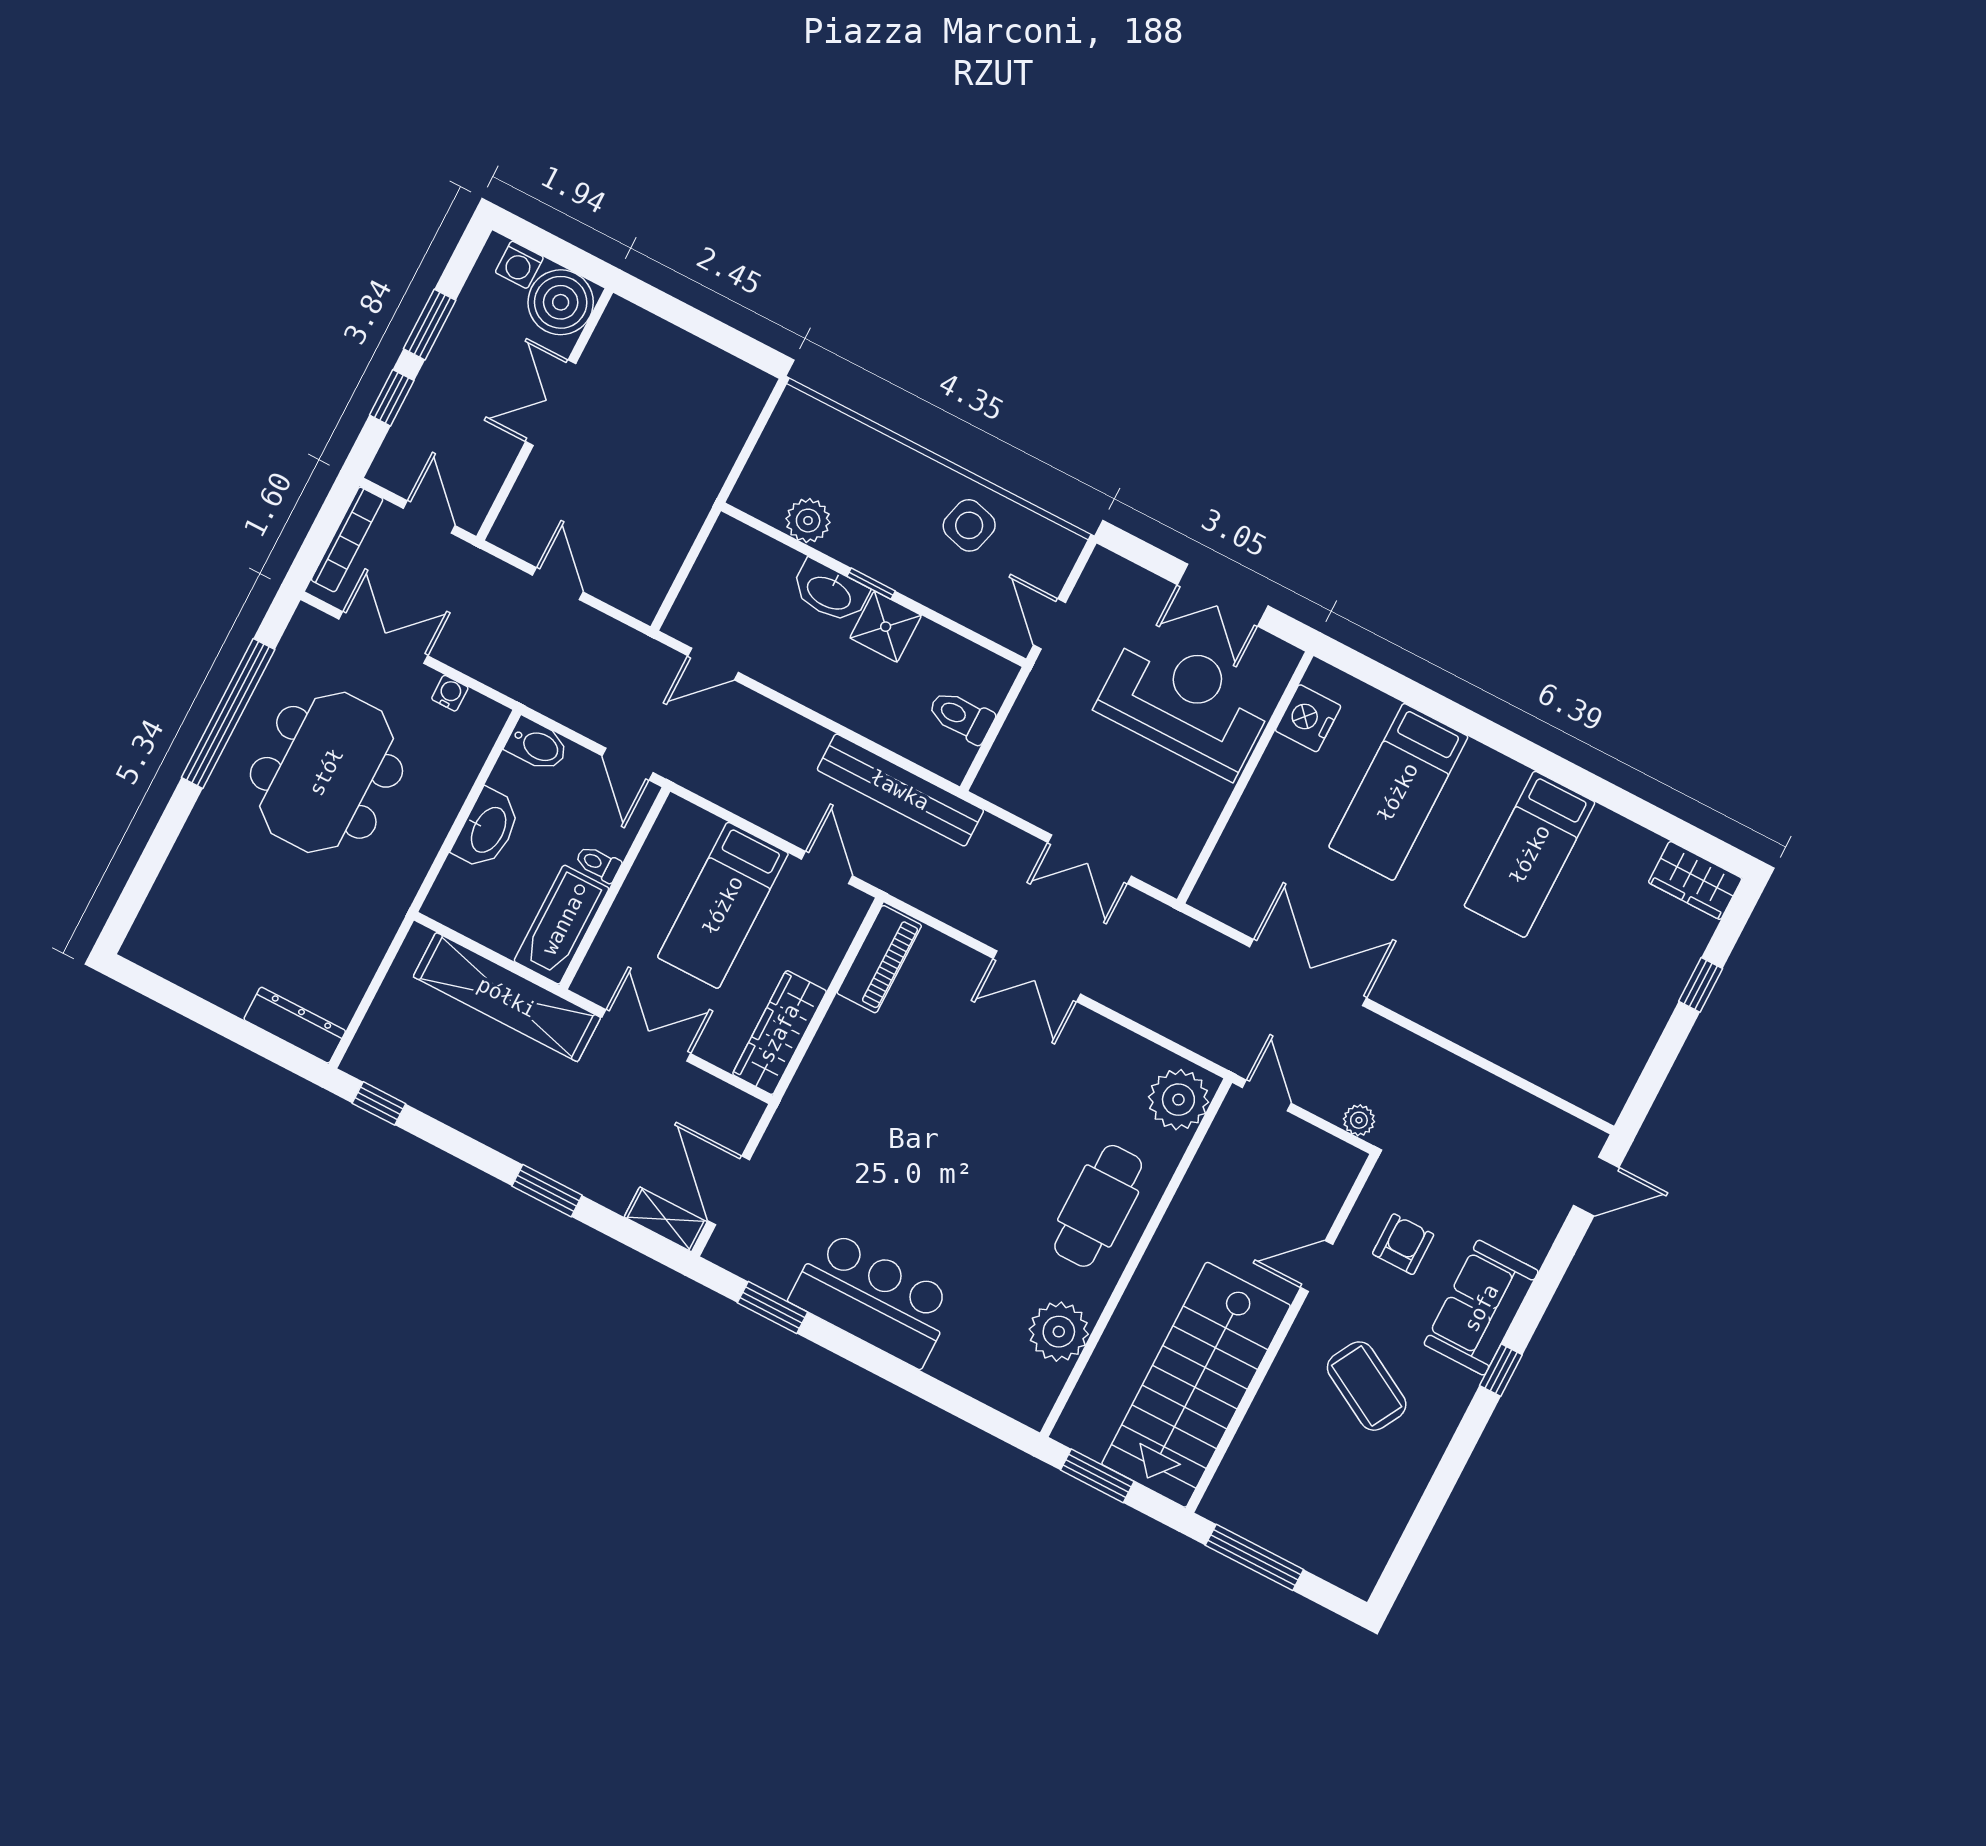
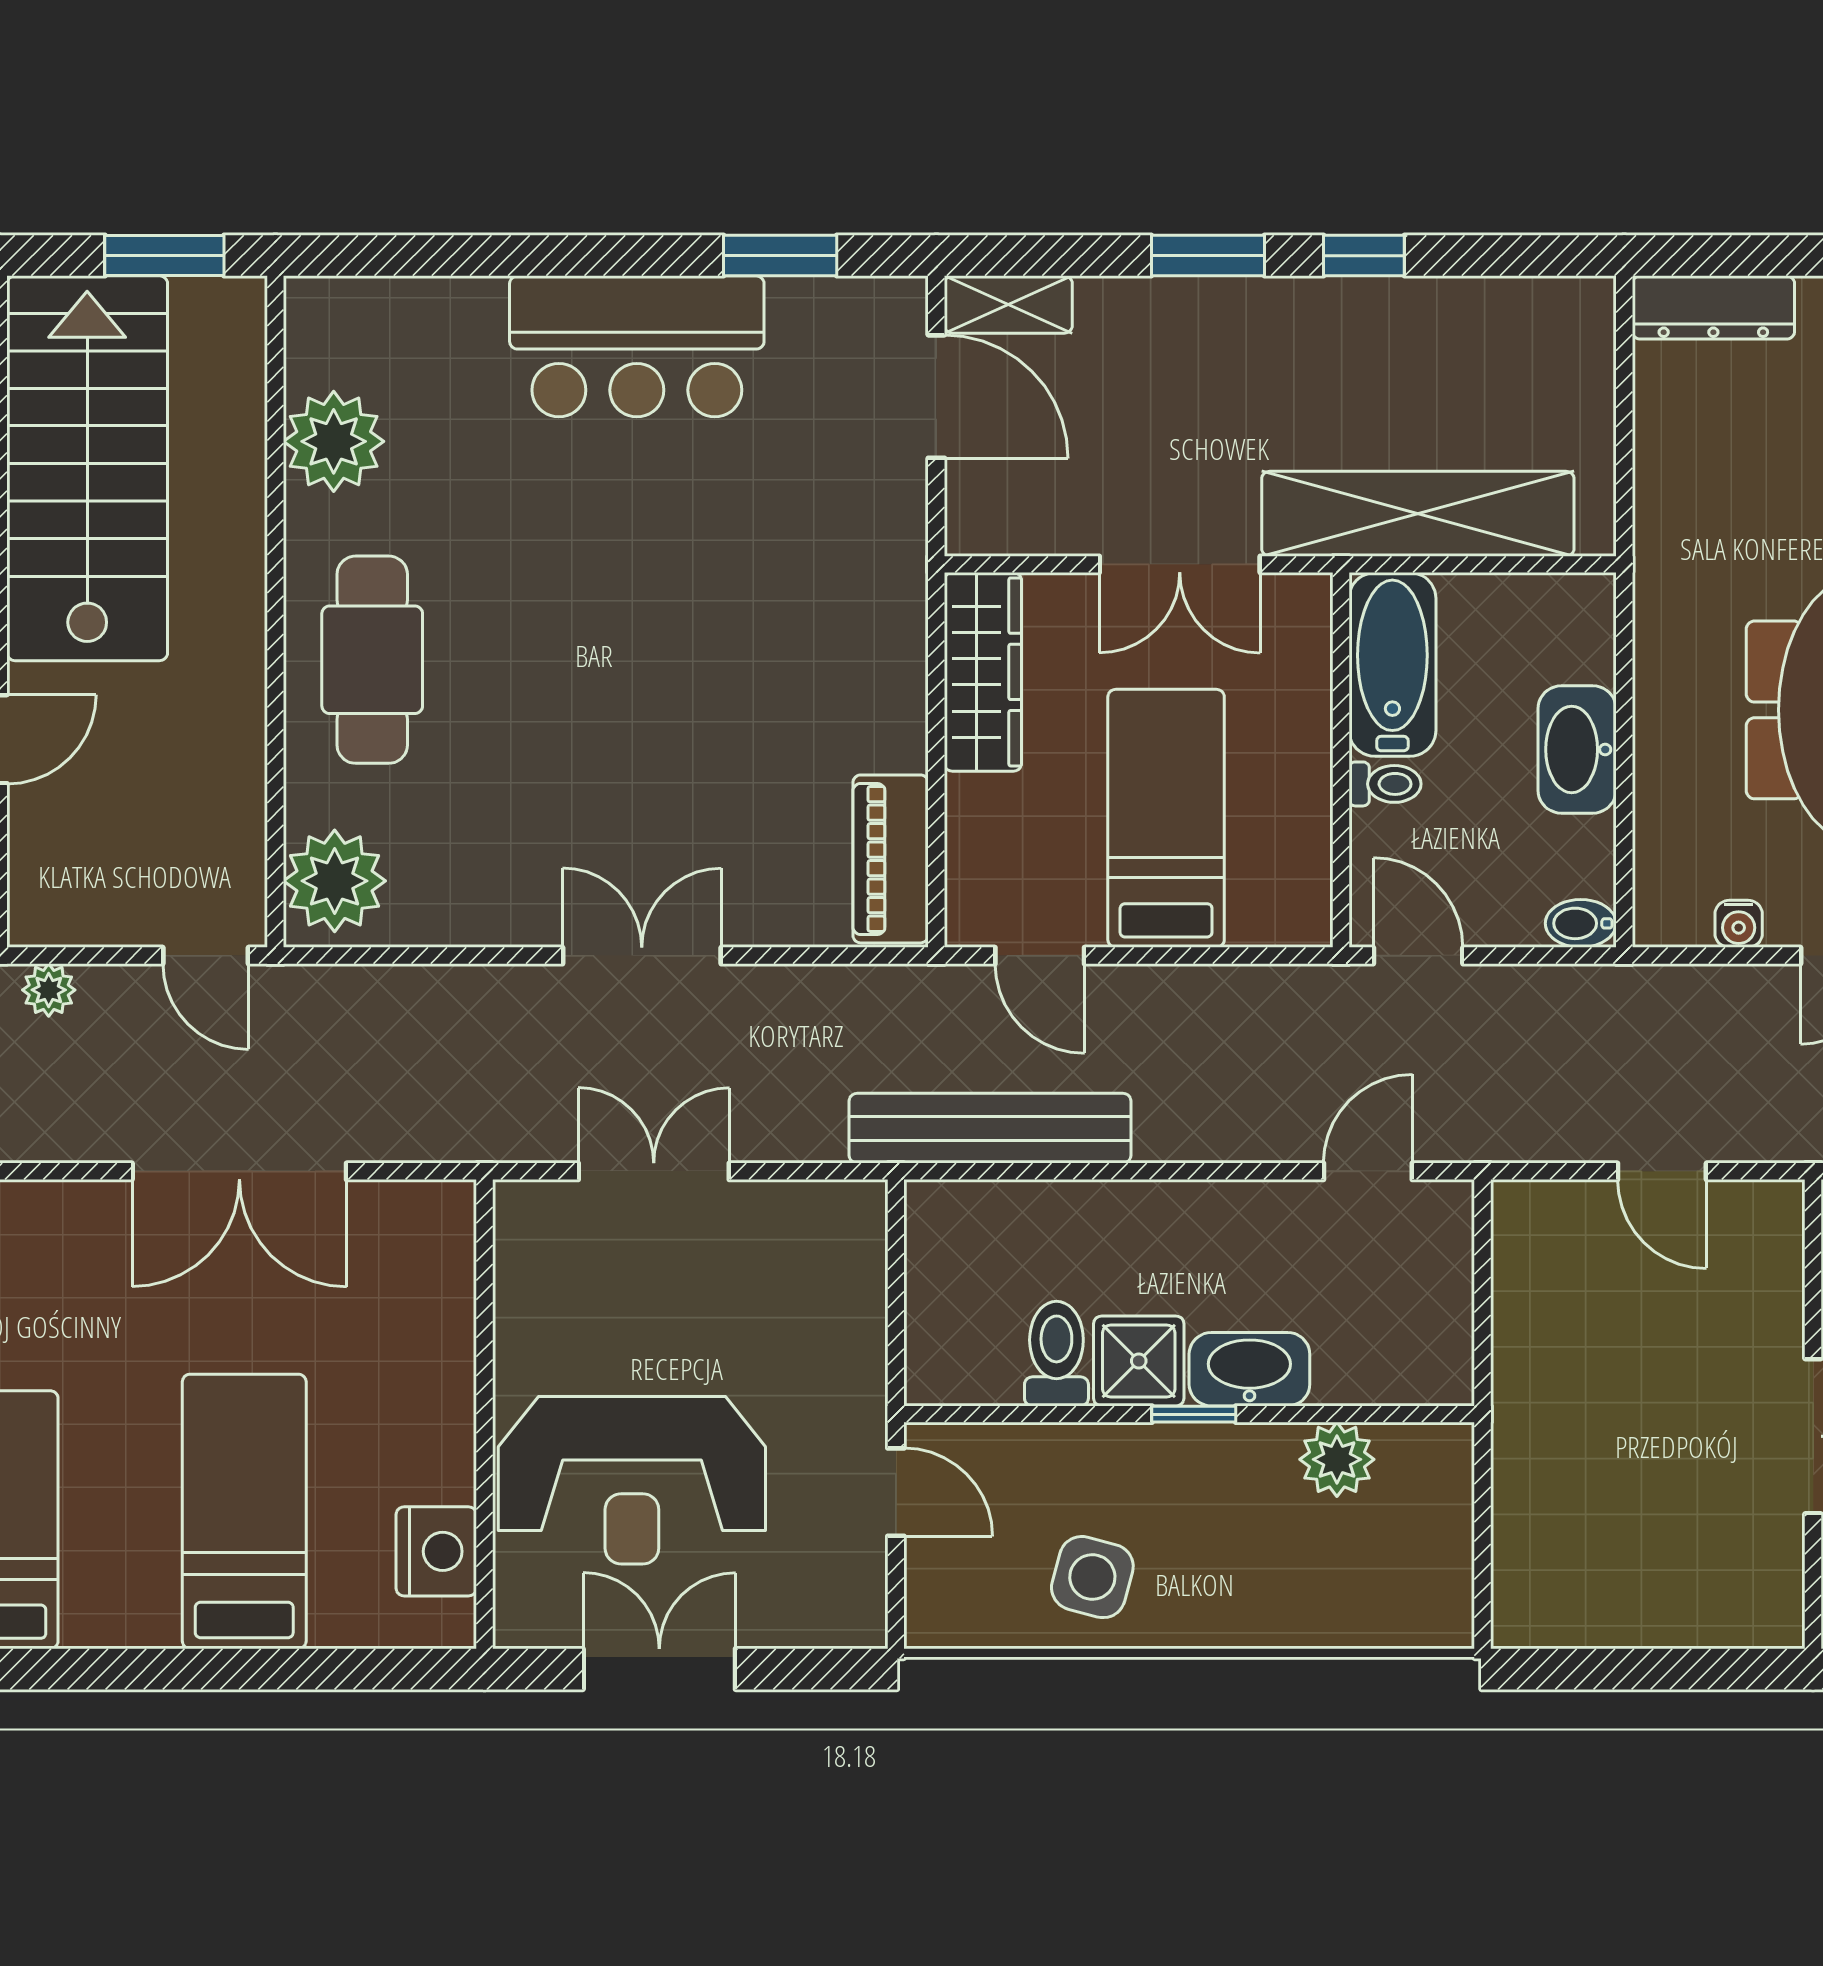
toilet: (961, 716) -> (1056, 1354), moved, turned -90
bidet: (537, 745) -> (1581, 923), width x0.72, depth x0.74
window: (379, 1103) -> (1364, 256), moved

